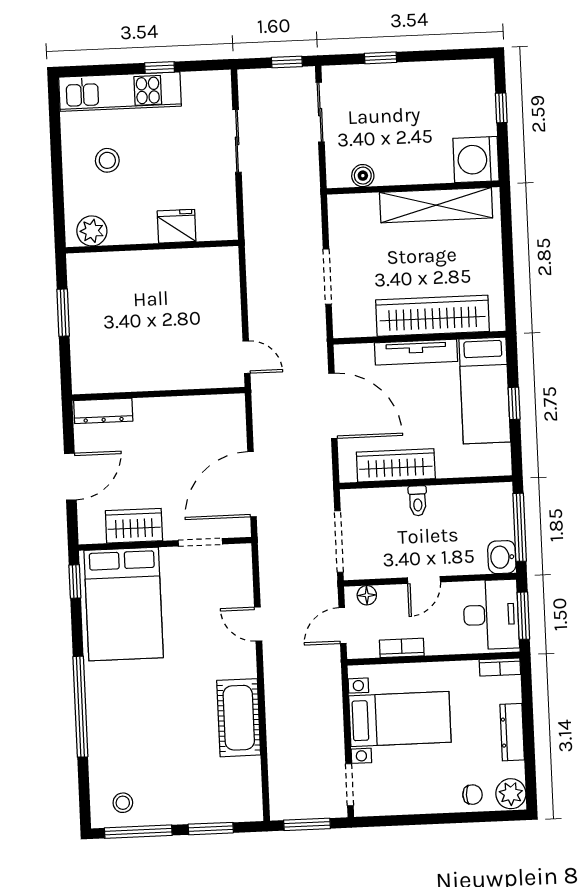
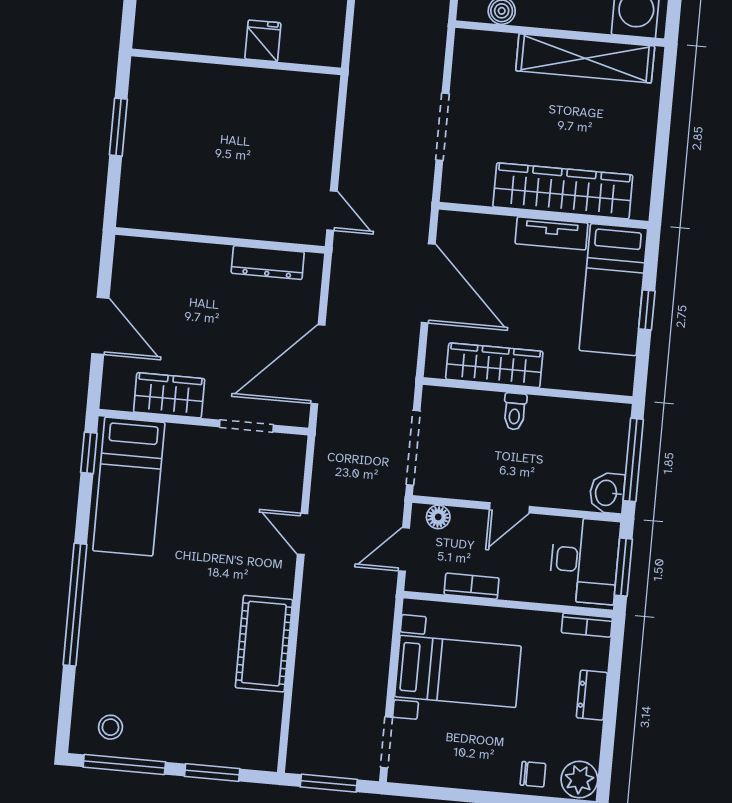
fridge: (177, 226) -> (263, 41), width x0.72
plant: (92, 231) -> (166, 33), removed
tv unit: (416, 352) -> (552, 233), width x0.71
dresser: (103, 411) -> (268, 263), moved
door: (70, 477) -> (100, 326), hinge flipped
bed: (124, 604) -> (129, 487), width x0.67
dresser: (512, 732) -> (592, 695), width x0.70

